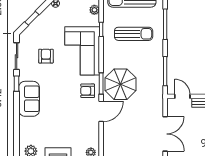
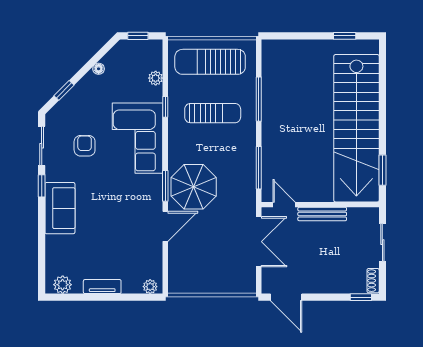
armchair: (88, 91) -> (146, 196), removed
double door: (165, 134) -> (259, 242), moved

